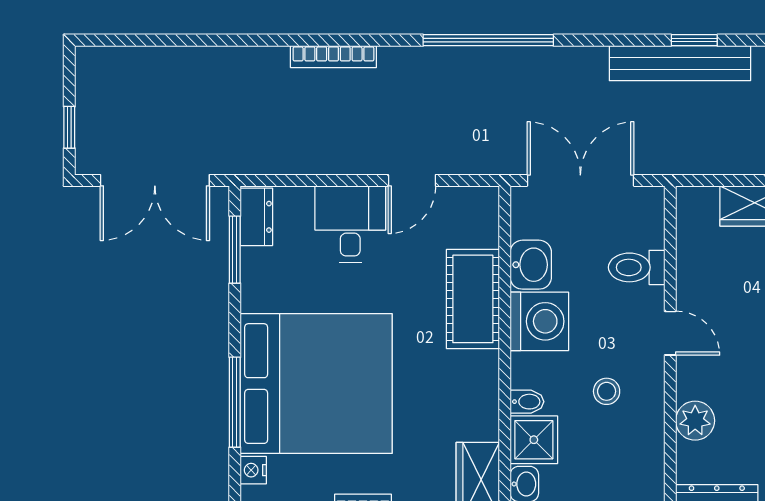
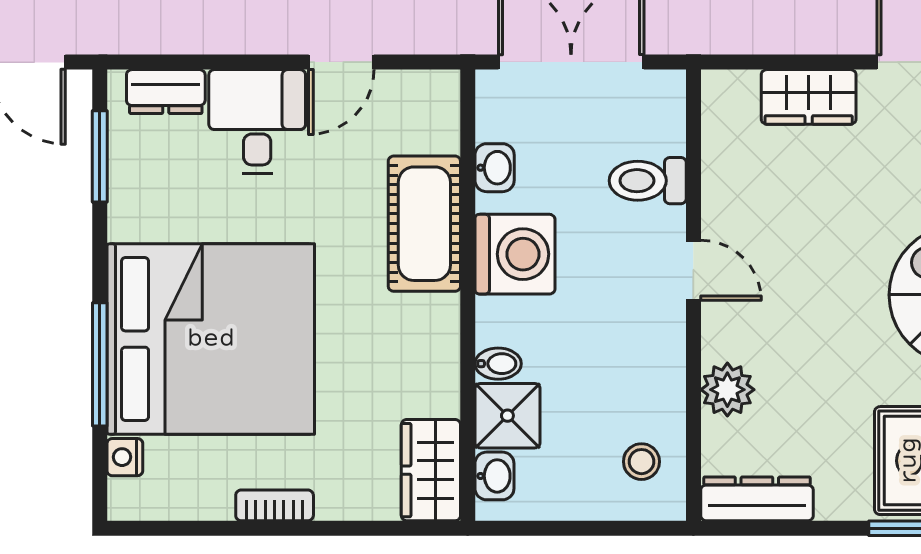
dresser: (256, 217) -> (166, 92), moved, turned 90
washbasin: (531, 265) -> (495, 168), width x0.72, depth x0.69
stool: (607, 391) -> (641, 462), moved

